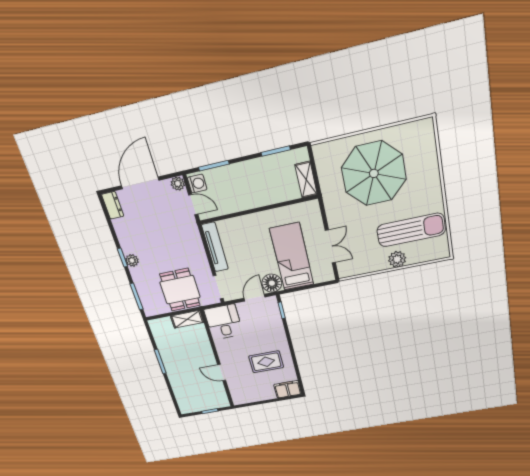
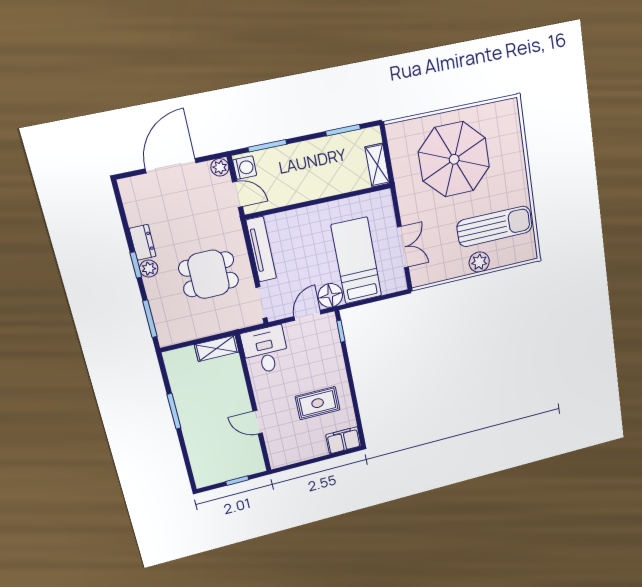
dresser: (113, 205) -> (143, 242), moved
dining table: (180, 290) -> (209, 274), moved, turned 90

